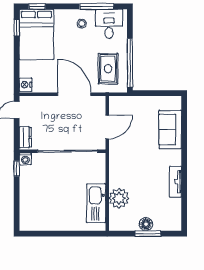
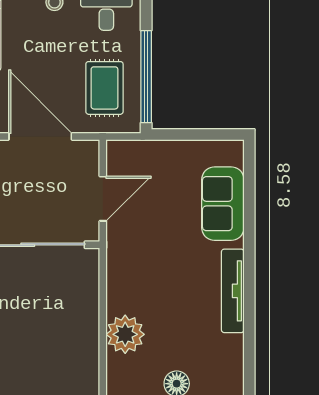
tv unit: (175, 182) -> (233, 291), width x1.41
kitchen sink: (96, 203) -> (82, 344), removed

